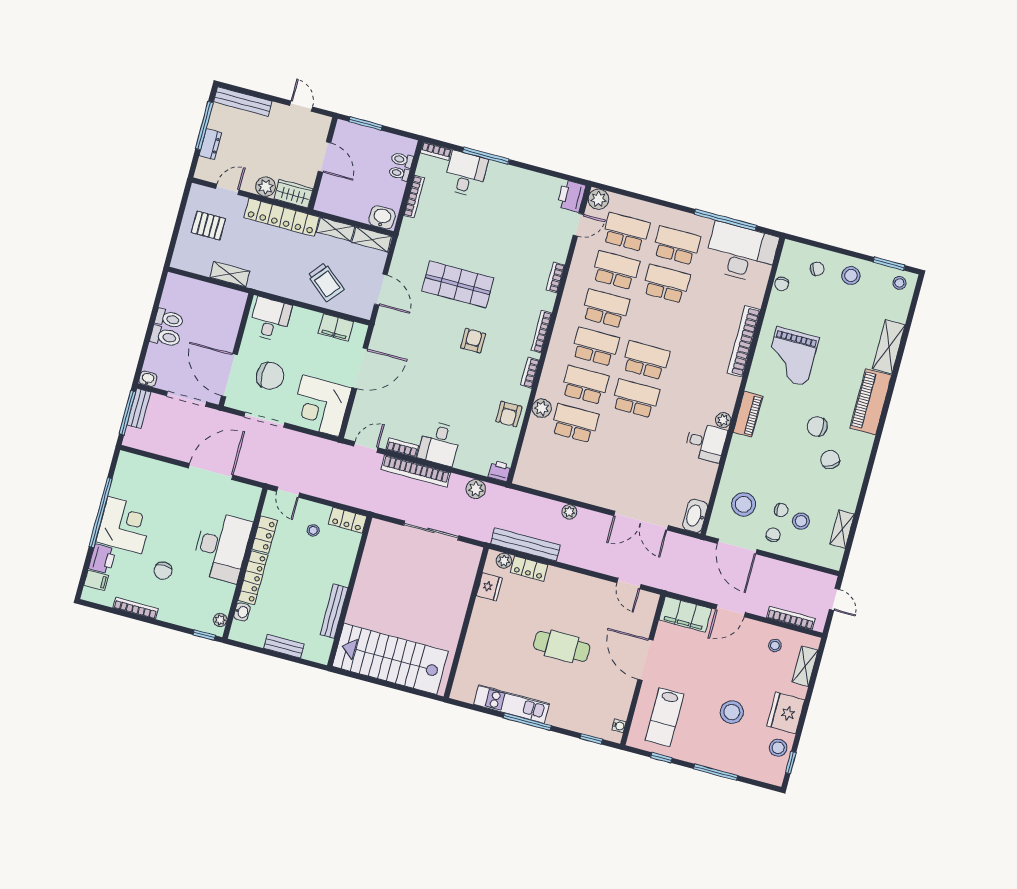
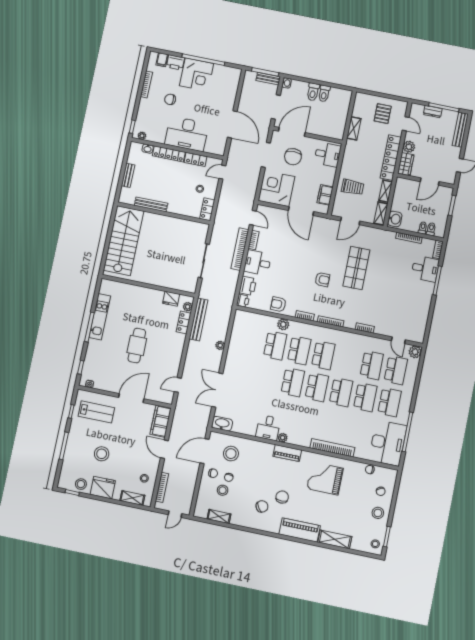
printer: (571, 196) -> (248, 286), moved, turned 90
trolley: (326, 282) -> (353, 187), turned -130
school desk: (606, 308) -> (341, 392), moved
plant: (476, 489) -> (231, 287), removed
lab bench: (665, 717) -> (96, 412), turned 180

